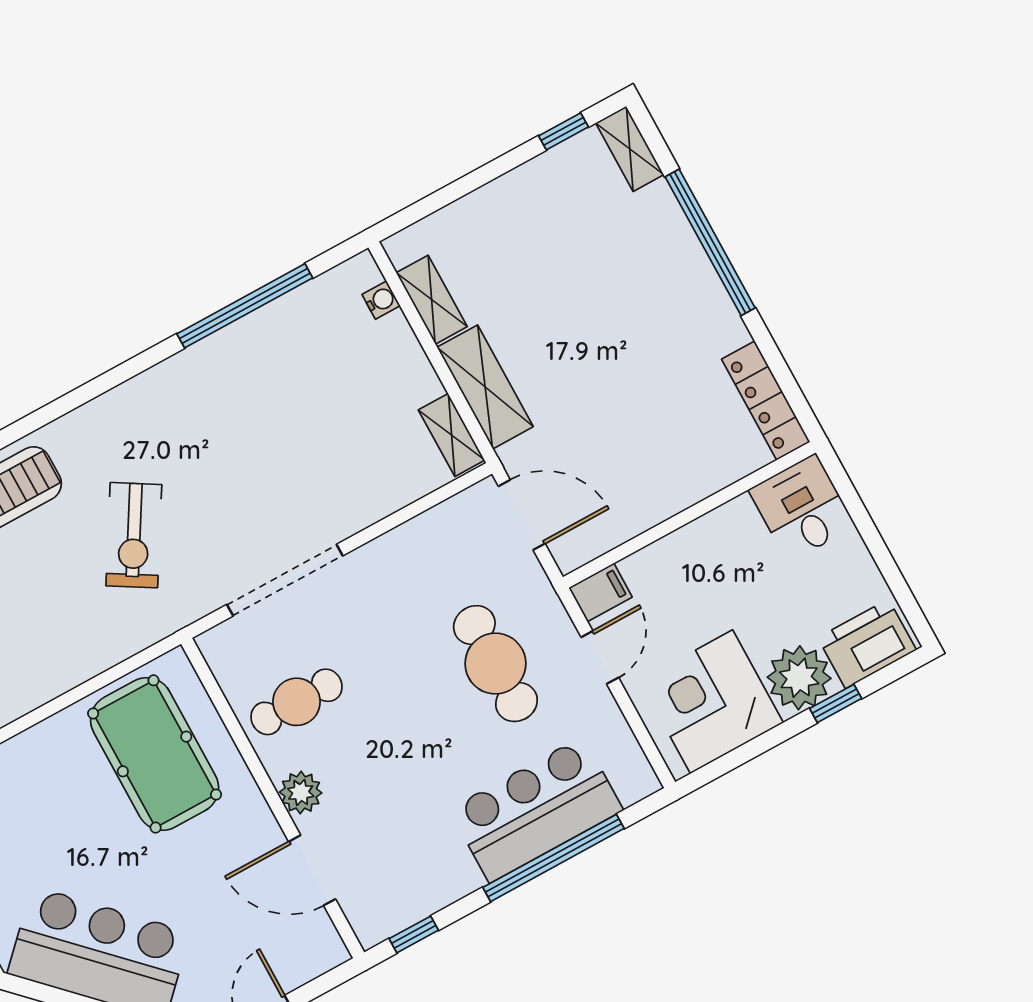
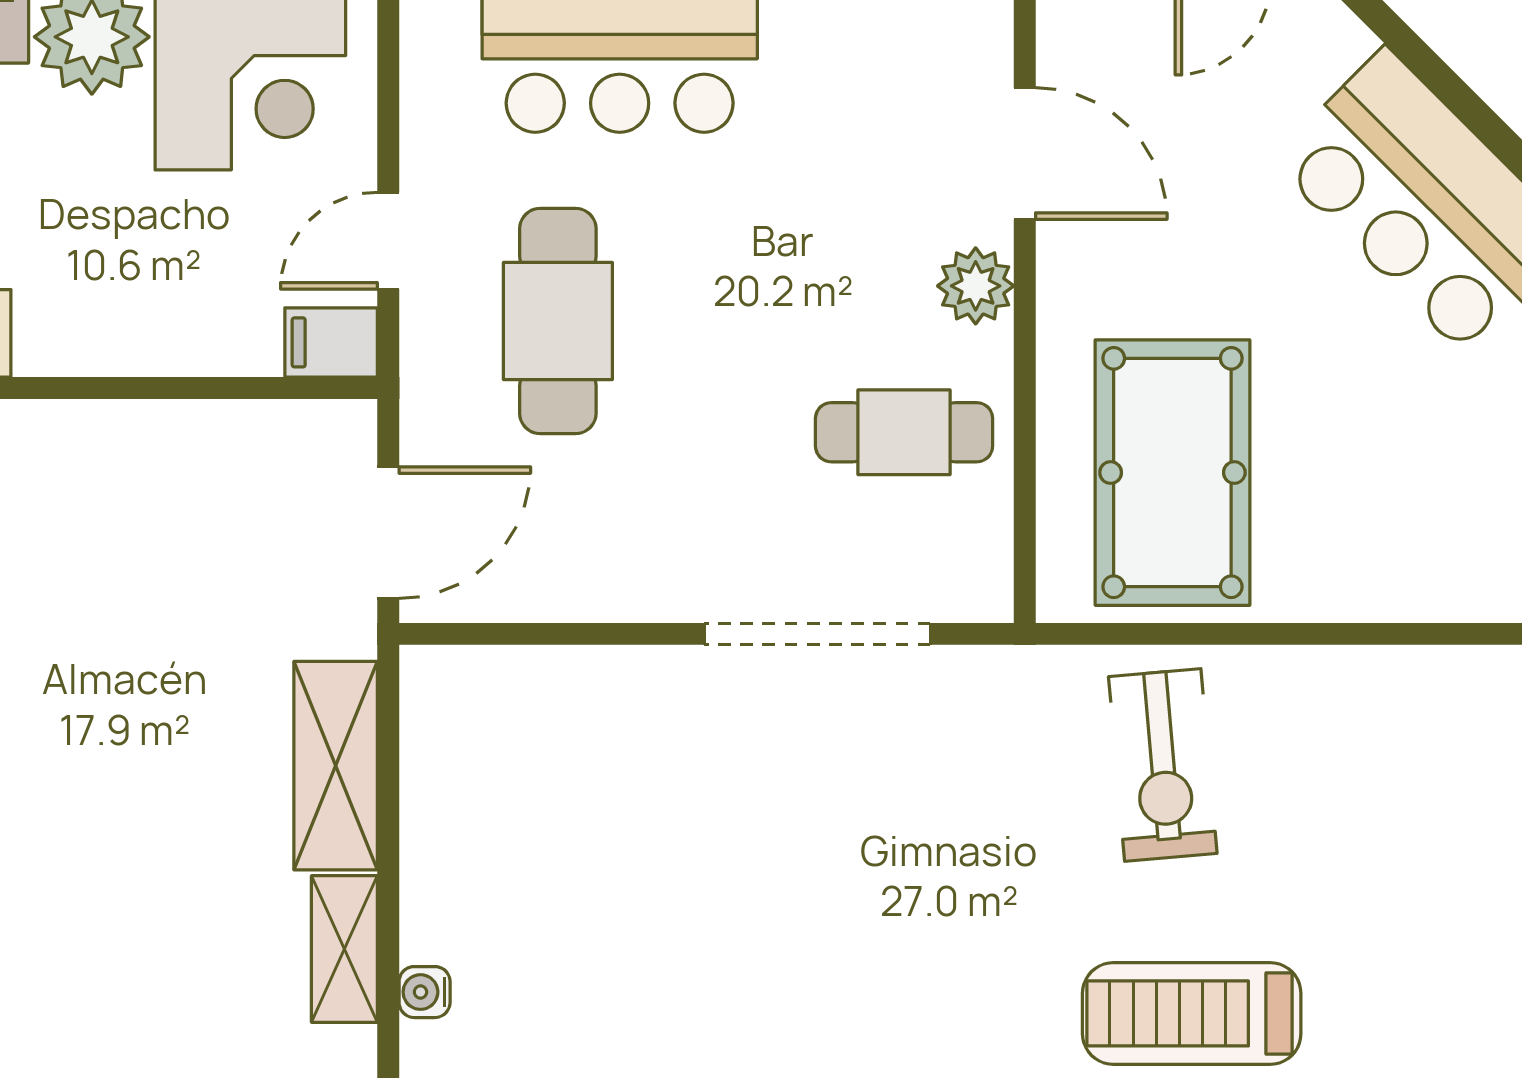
shelving: (452, 435) -> (430, 719), removed
door: (522, 515) -> (388, 533), swing flipped
exercise bike: (134, 535) -> (1163, 765), moved, turned 144

